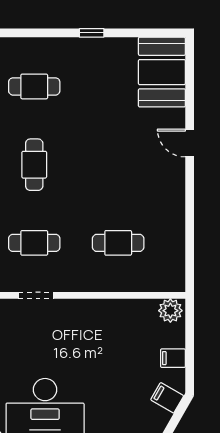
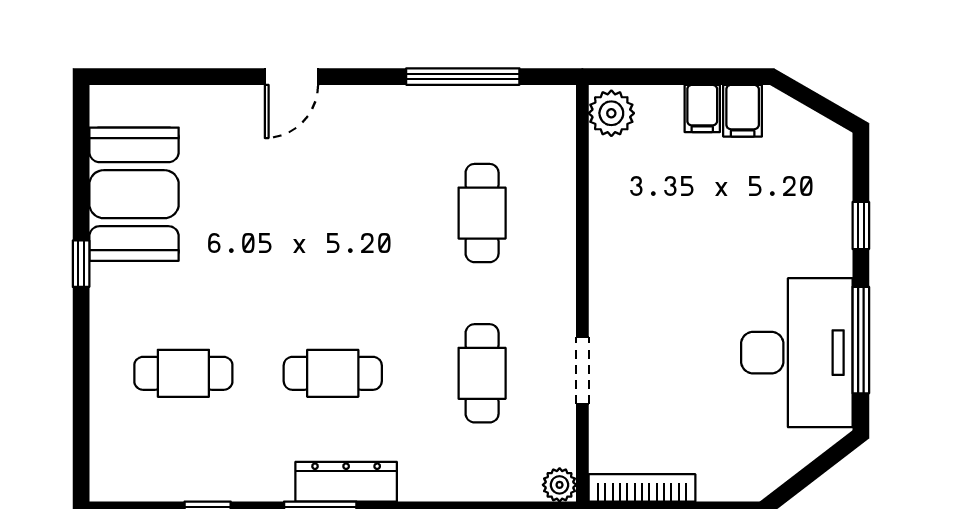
booth: (162, 72) -> (134, 194), moved, turned 90
cafe table: (34, 86) -> (183, 373), turned 90
window: (190, 233) -> (463, 77), added
filing cabinet: (167, 398) -> (743, 111), moved, turned -30

